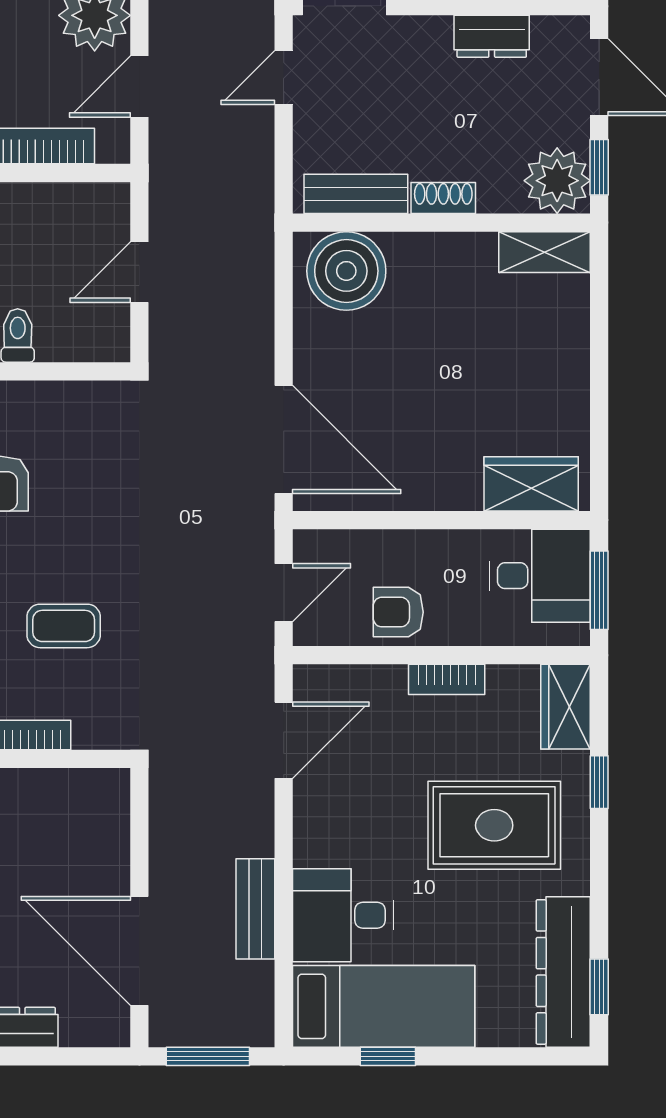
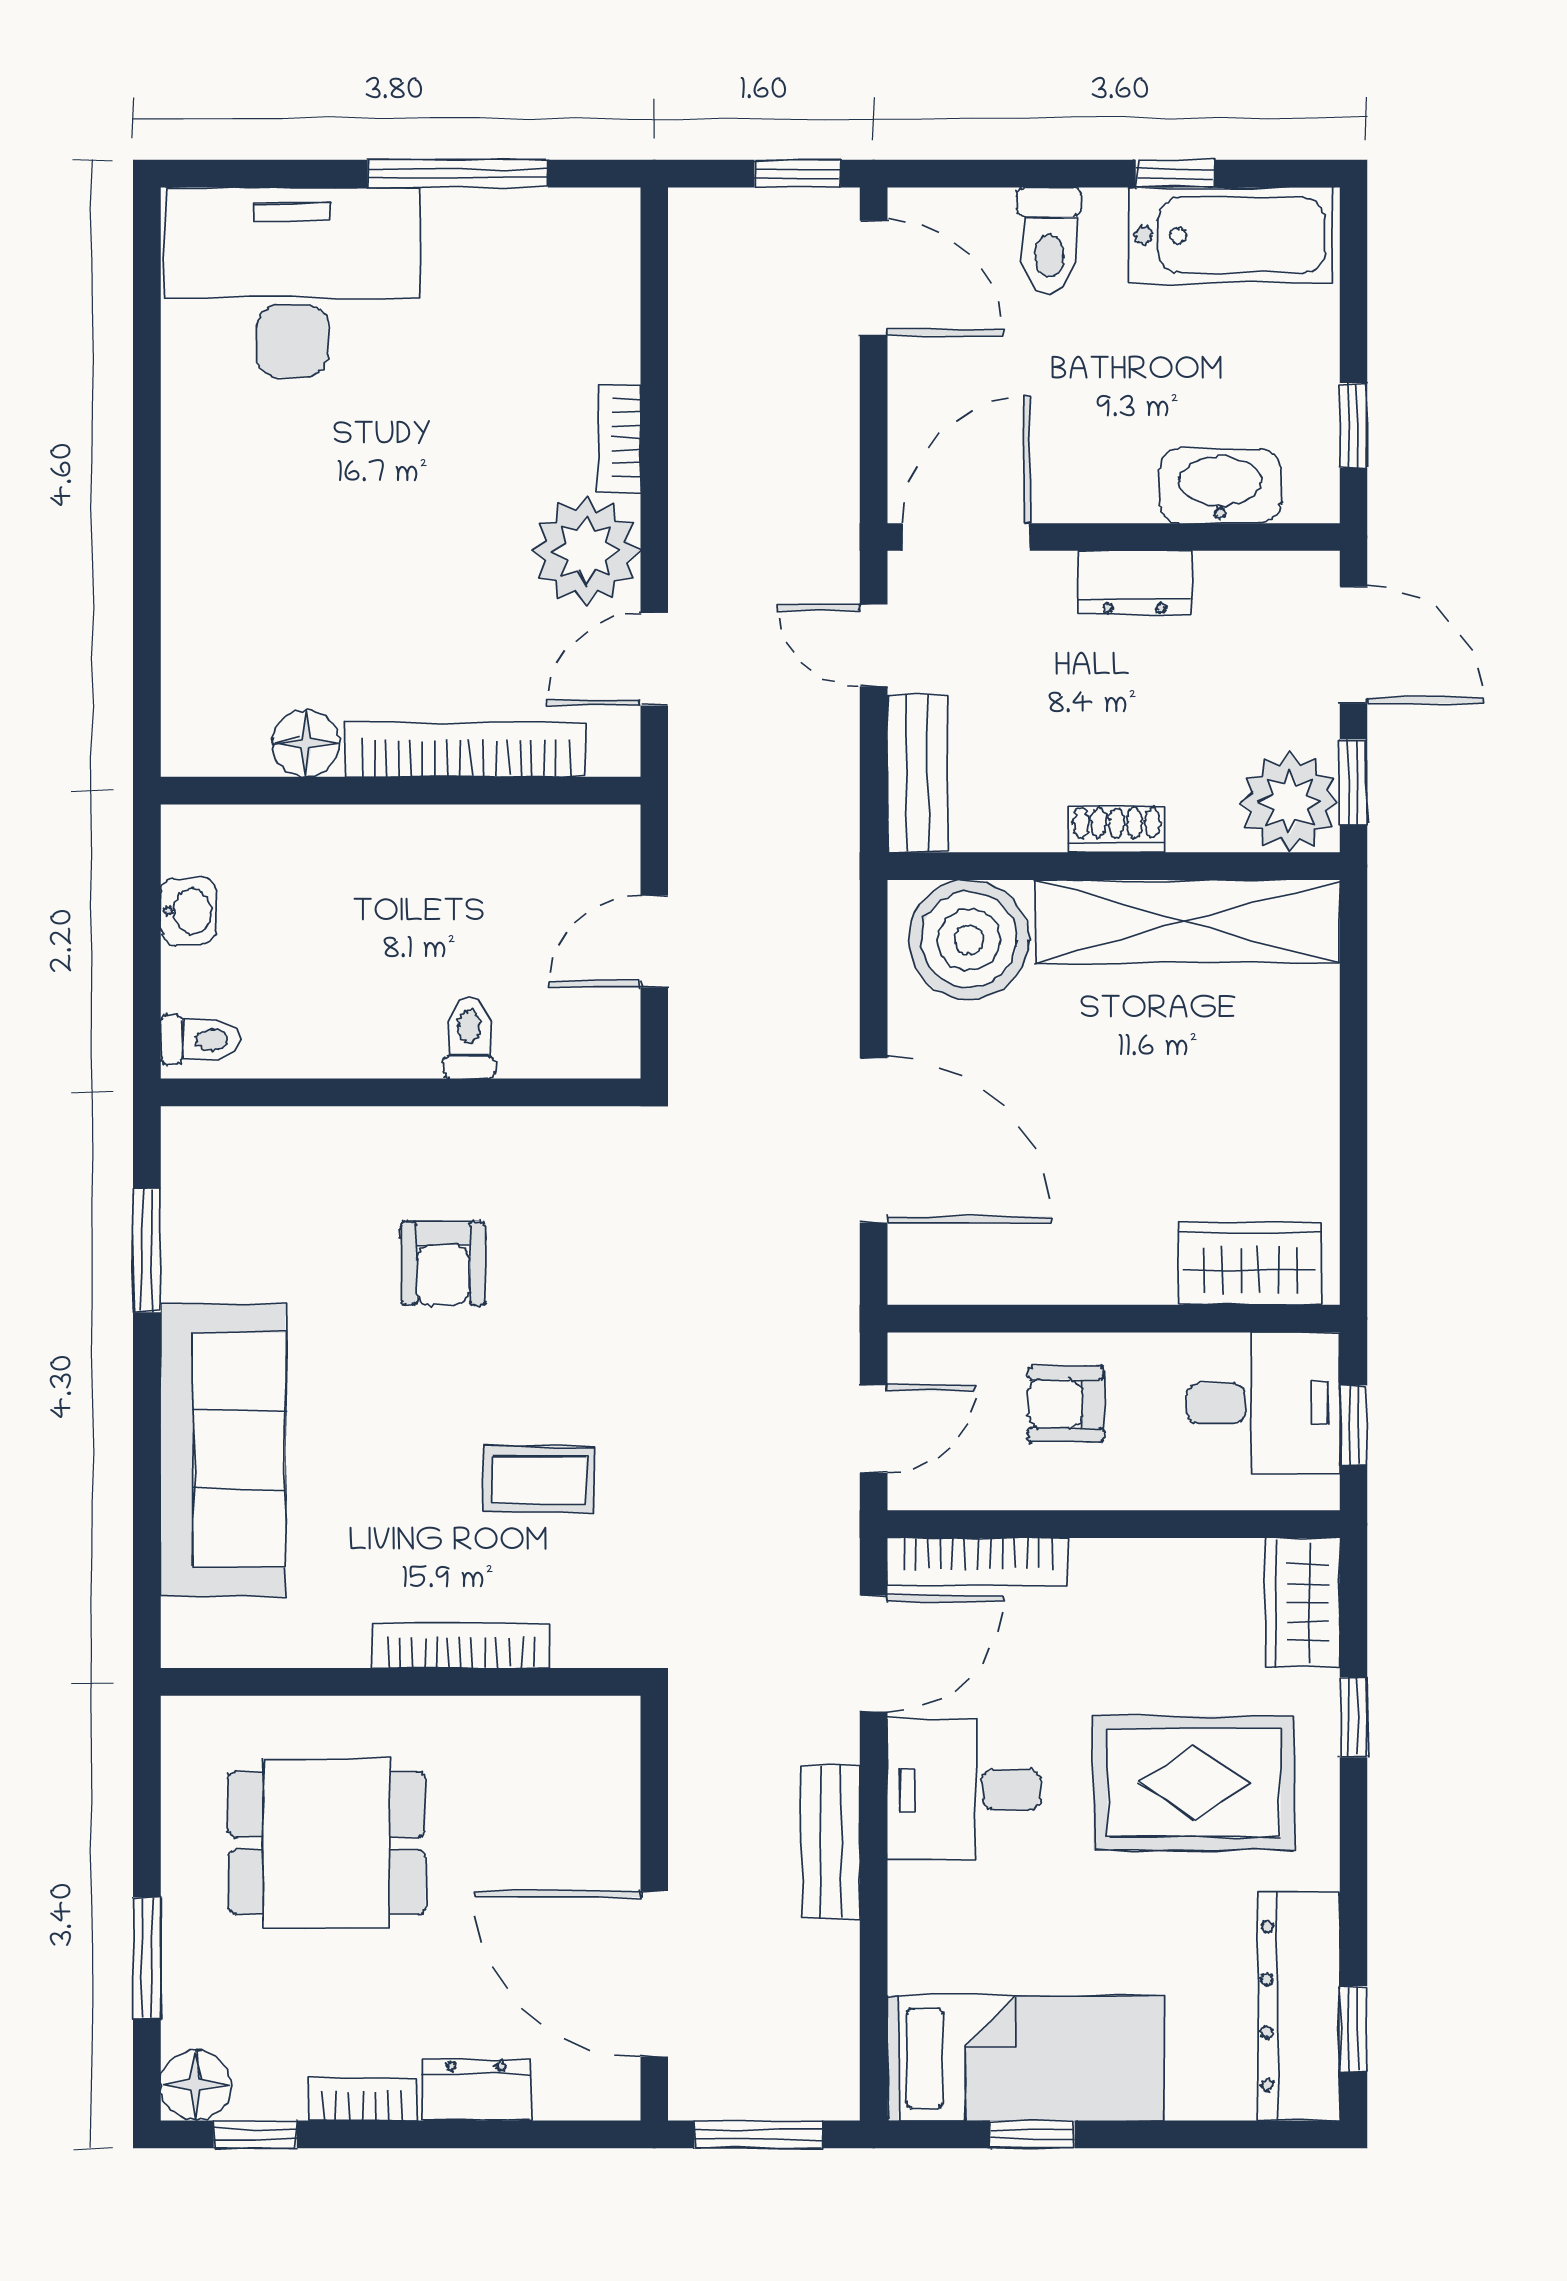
dresser: (492, 36) -> (1135, 583), moved
door: (284, 77) -> (874, 645), hinge flipped
bench: (356, 194) -> (917, 774), moved, turned 90
shelving: (544, 252) -> (1187, 921), width x2.20, depth x1.33
door: (284, 439) -> (874, 1140), moved
window: (599, 590) -> (1354, 1425), width x0.67
armchair: (398, 612) -> (1066, 1404), moved
bookcase: (447, 679) -> (978, 1561), moved, width x1.56
bench: (255, 909) -> (831, 1842), moved
desk: (343, 915) -> (964, 1790), moved

